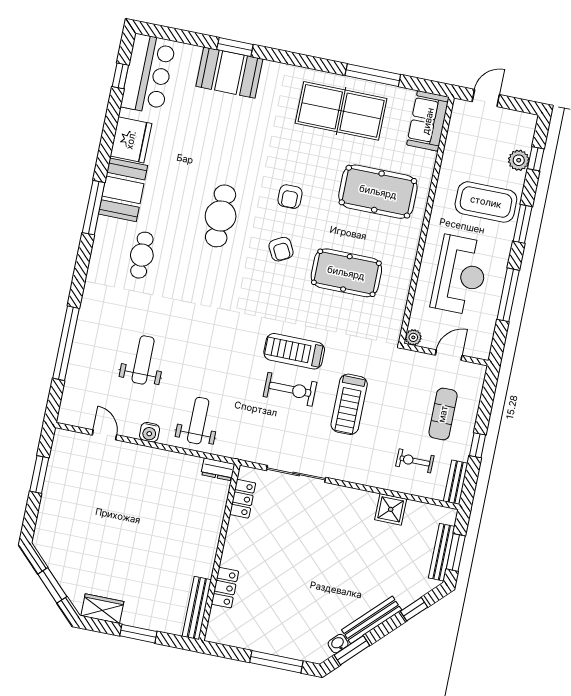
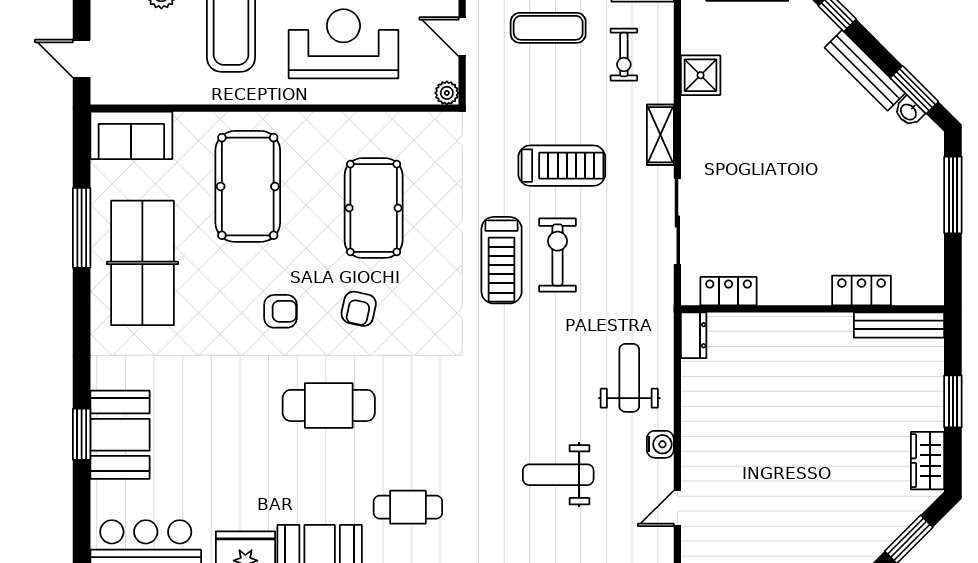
armchair: (281, 249) -> (359, 309), turned 130
weight bench: (198, 421) -> (629, 378), turned 90
shelving: (356, 474) -> (660, 135), added

